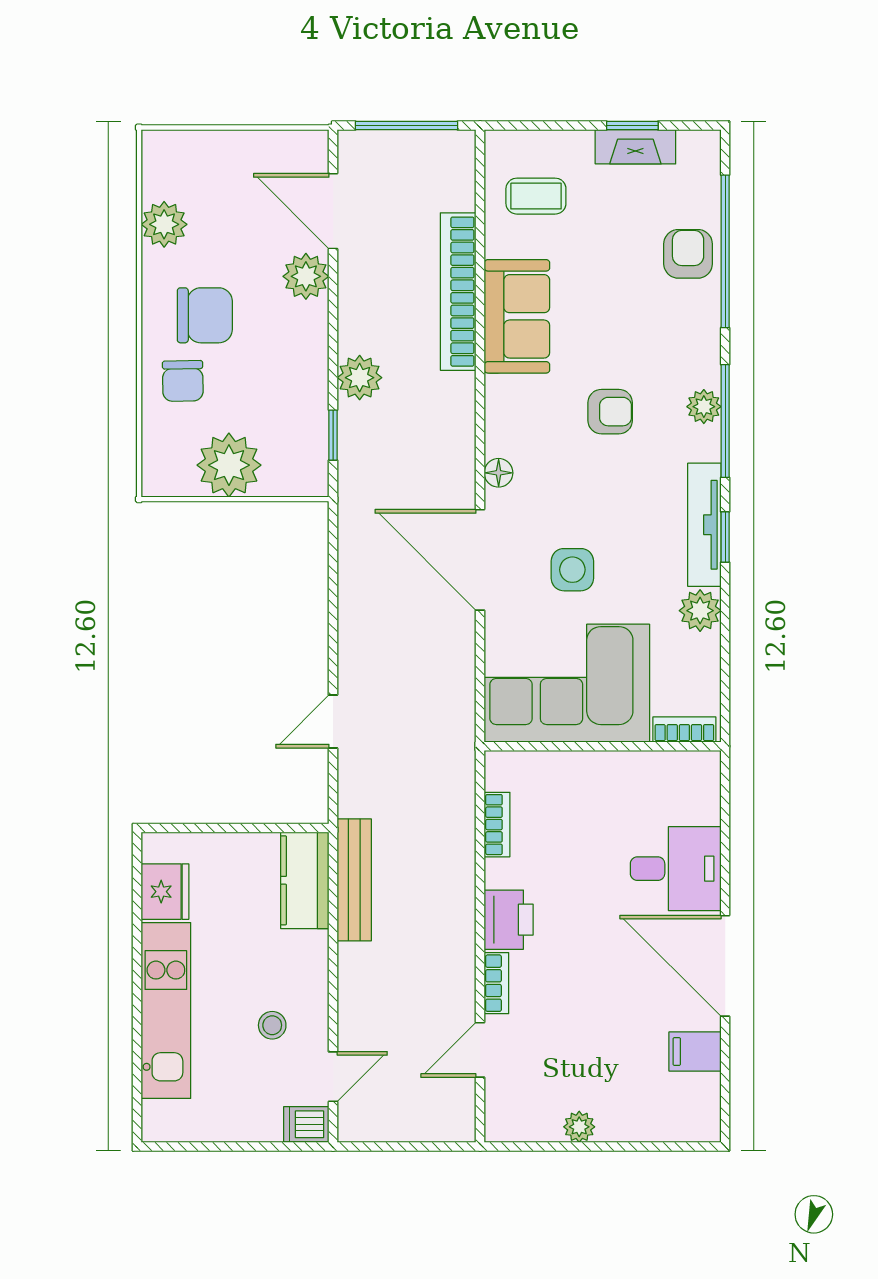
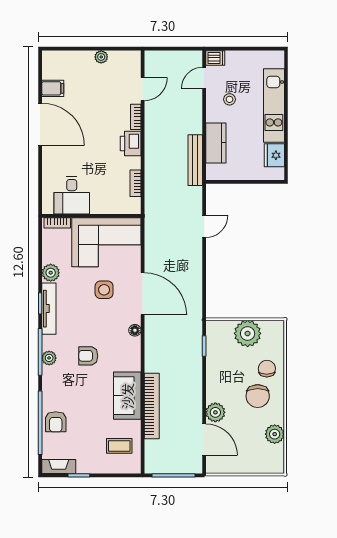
fireplace: (635, 147) -> (59, 467), moved
chair: (205, 315) -> (258, 396), turned -90
plant: (360, 378) -> (193, 370), removed
desk: (676, 869) -> (72, 195), moved, turned -90
kitchen counter: (305, 880) -> (216, 143), moved

